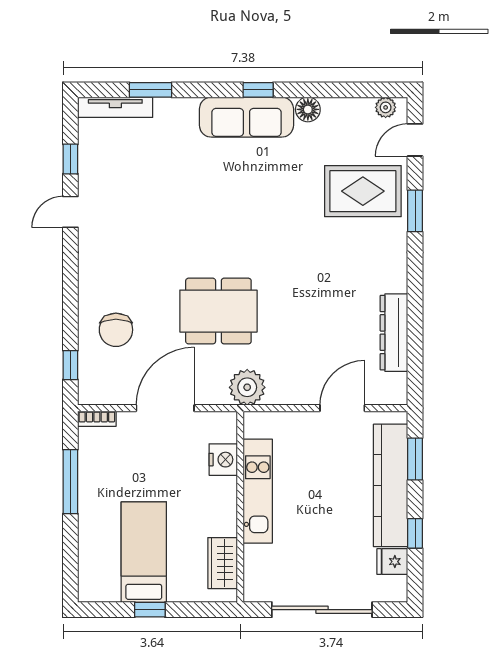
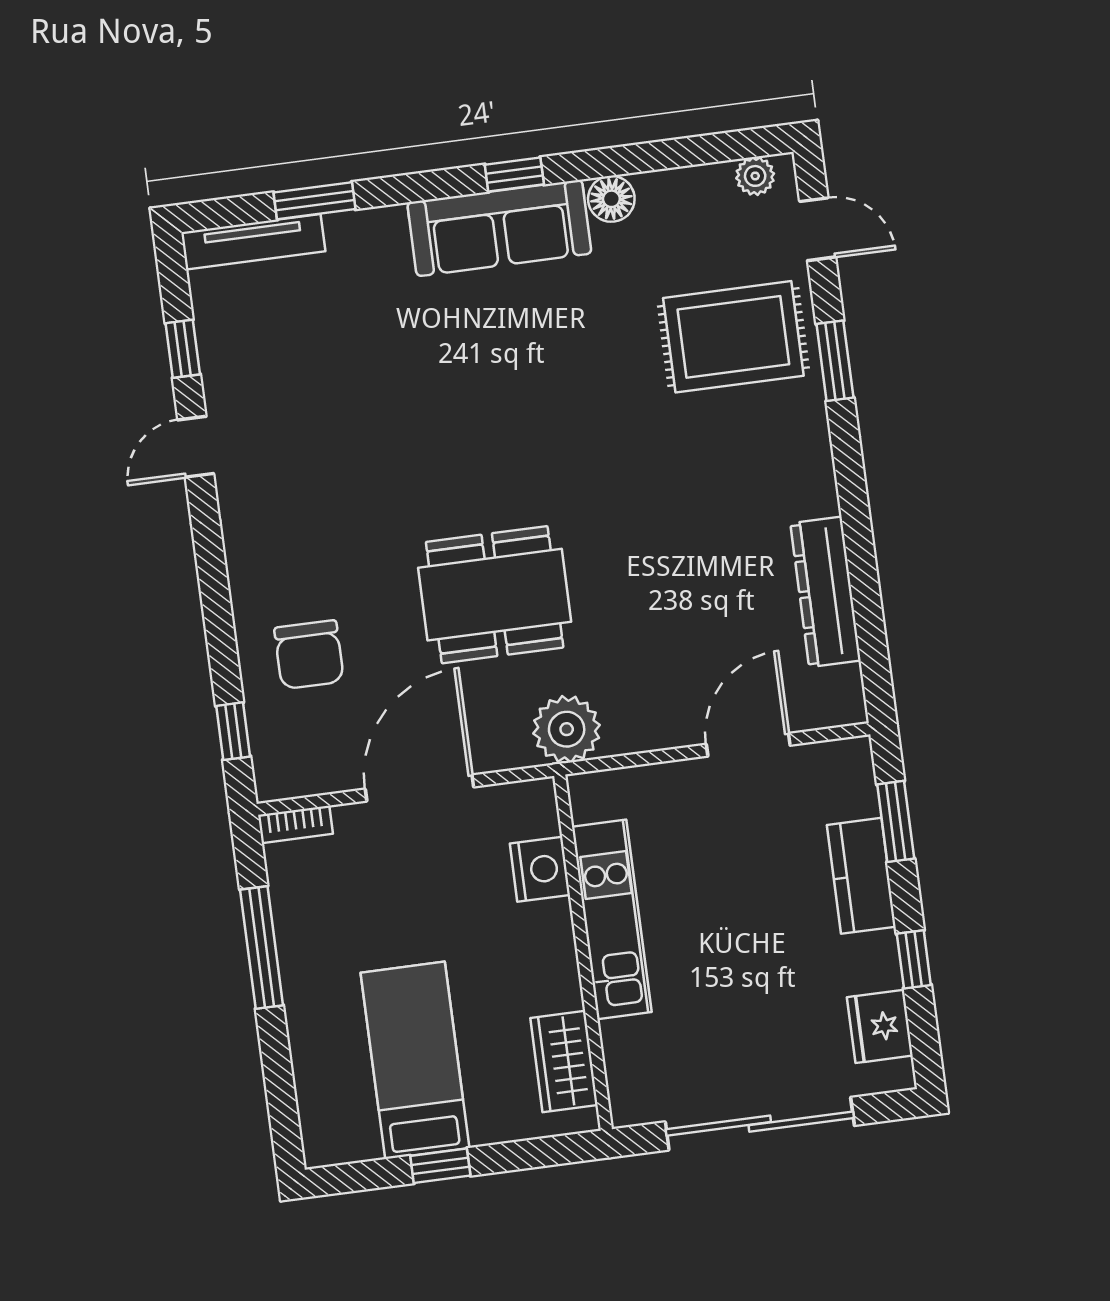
door: (415, 140) -> (818, 229), swing flipped
kitchen counter: (391, 485) -> (861, 876), width x0.48, depth x0.86
fridge: (392, 562) -> (880, 1026), width x1.38

